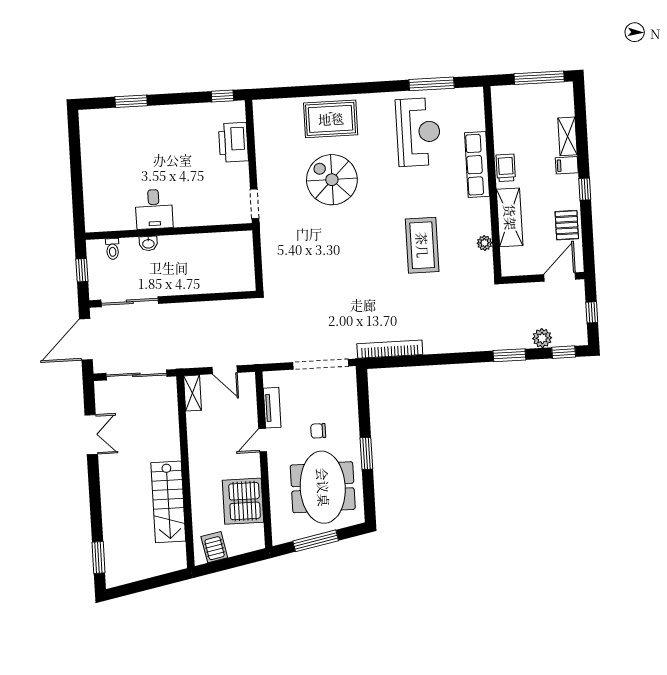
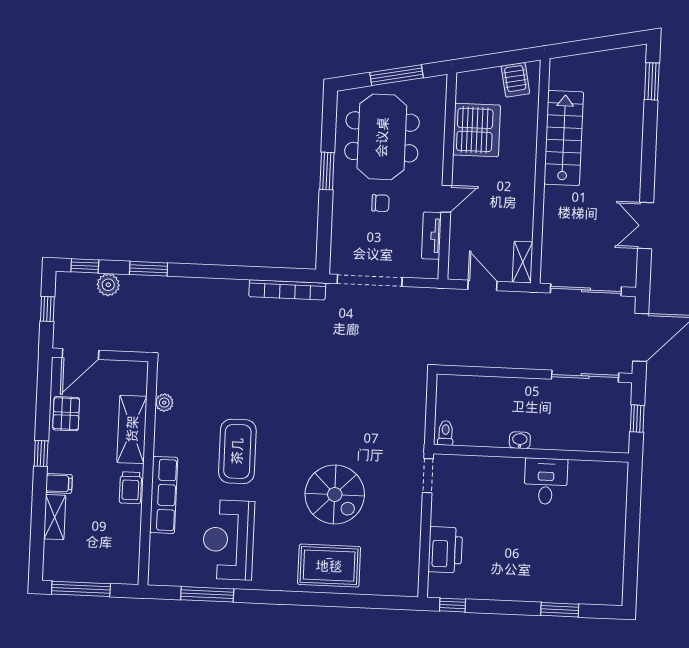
washbasin: (148, 243) -> (520, 440), moved
coffee table: (422, 245) -> (237, 451), moved
toilet: (112, 249) -> (446, 433), moved

